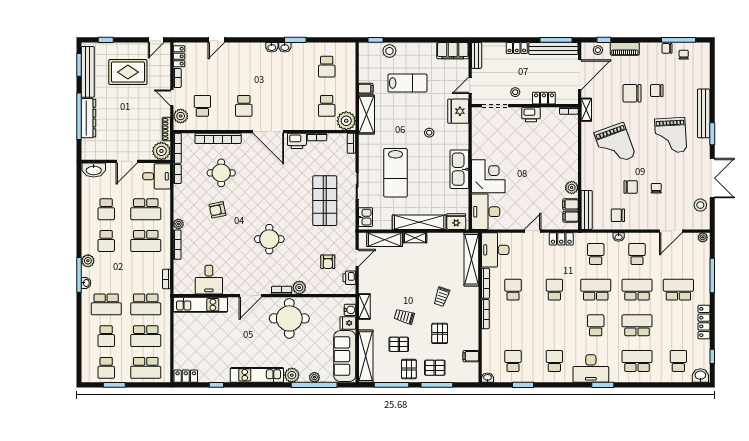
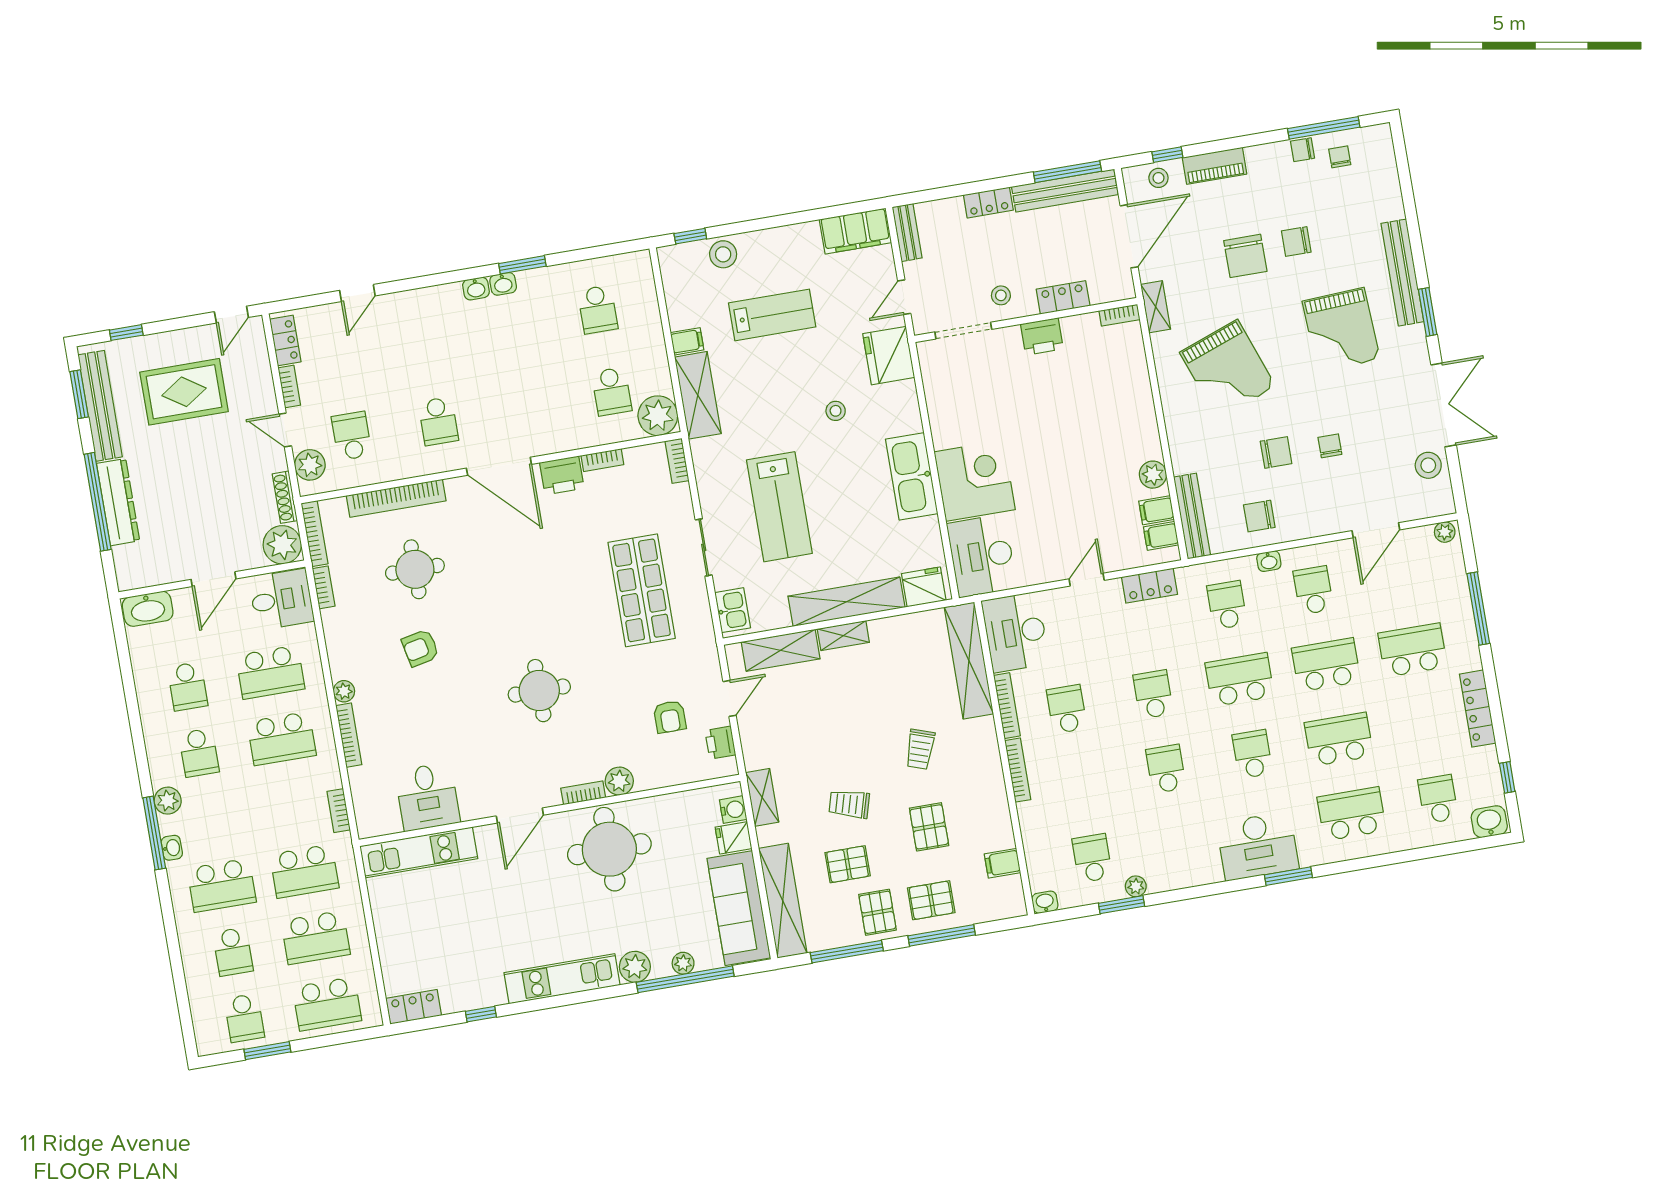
chair: (632, 93) -> (1245, 256), turned -90
school desk: (554, 361) -> (1166, 769), moved
plant: (531, 378) -> (1136, 886), added

